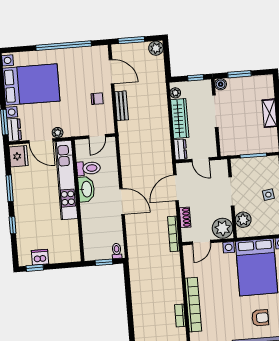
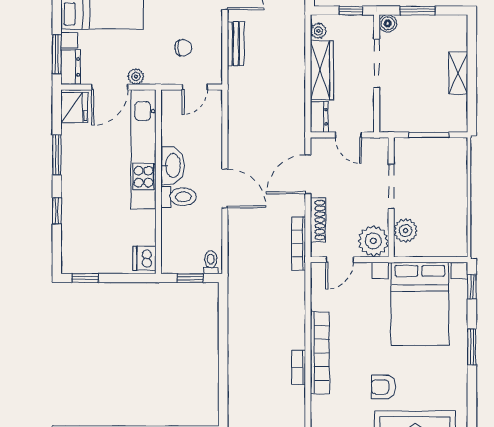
chair: (97, 99) -> (183, 48), moved
door: (41, 141) -> (110, 87), hinge flipped
toilet: (89, 168) -> (178, 197), moved
side table: (268, 195) -> (447, 196), removed
shoe rack: (185, 217) -> (318, 220), width x1.43
dishwasher: (40, 257) -> (144, 258), moved, turned -90
armchair: (260, 318) -> (383, 387), moved, turned 180

